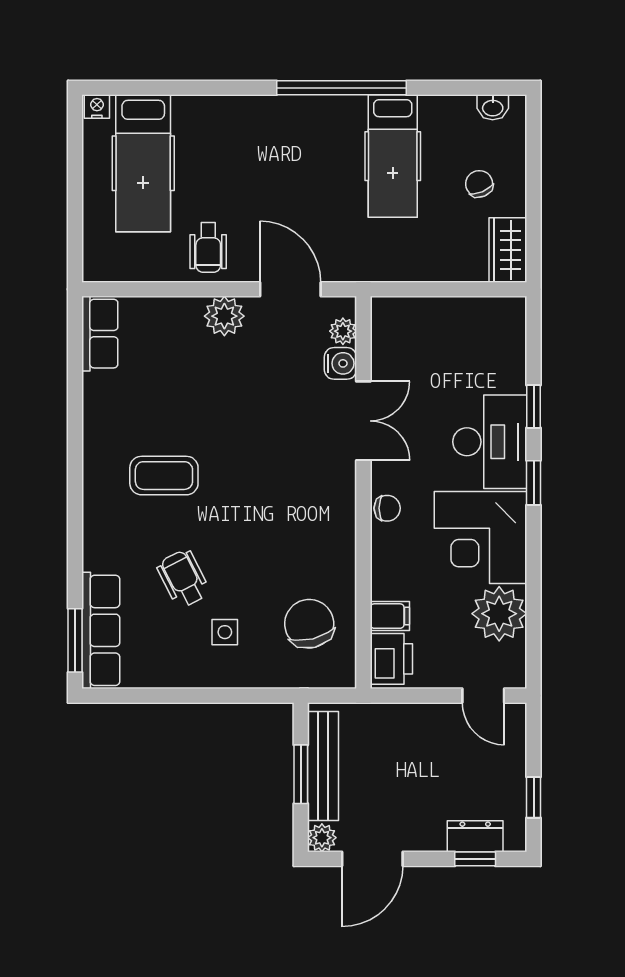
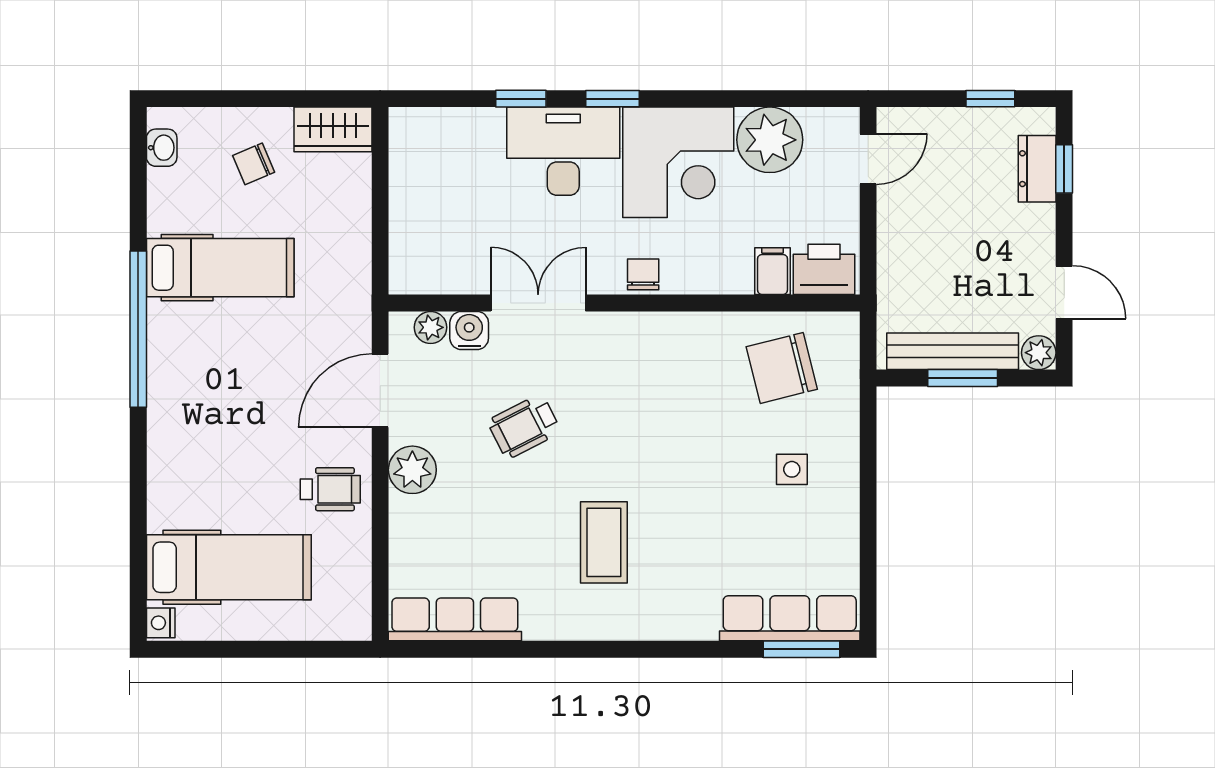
row of seats: (100, 334) -> (455, 619), width x1.48
wheelchair: (183, 579) -> (524, 426), moved
door: (372, 859) -> (1064, 292), width x0.73

